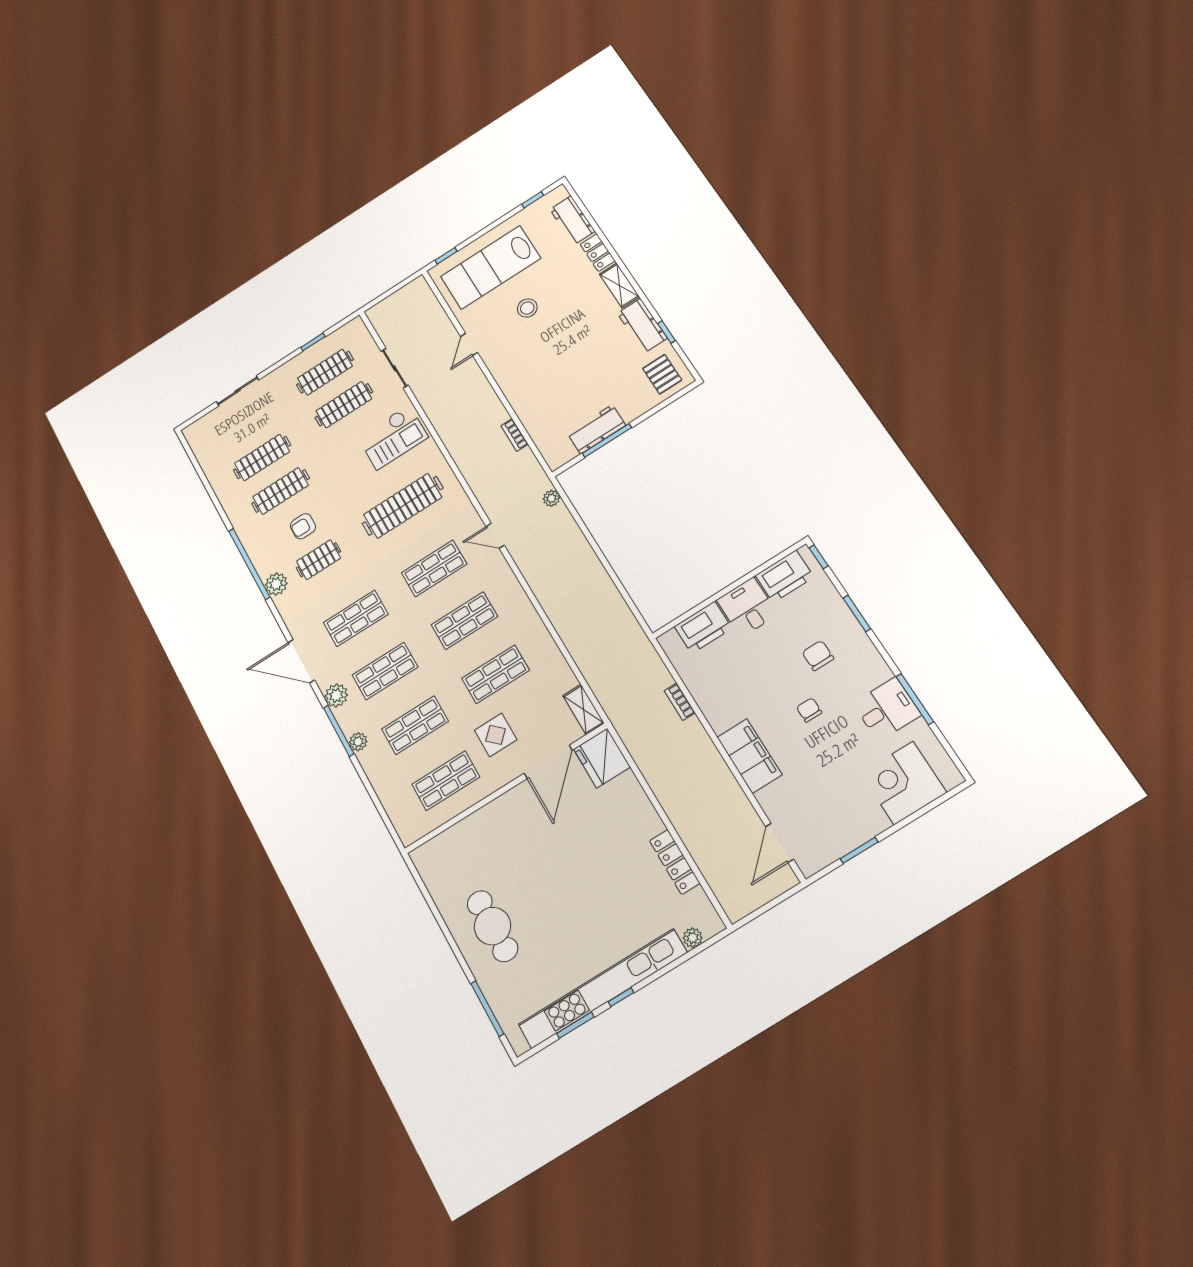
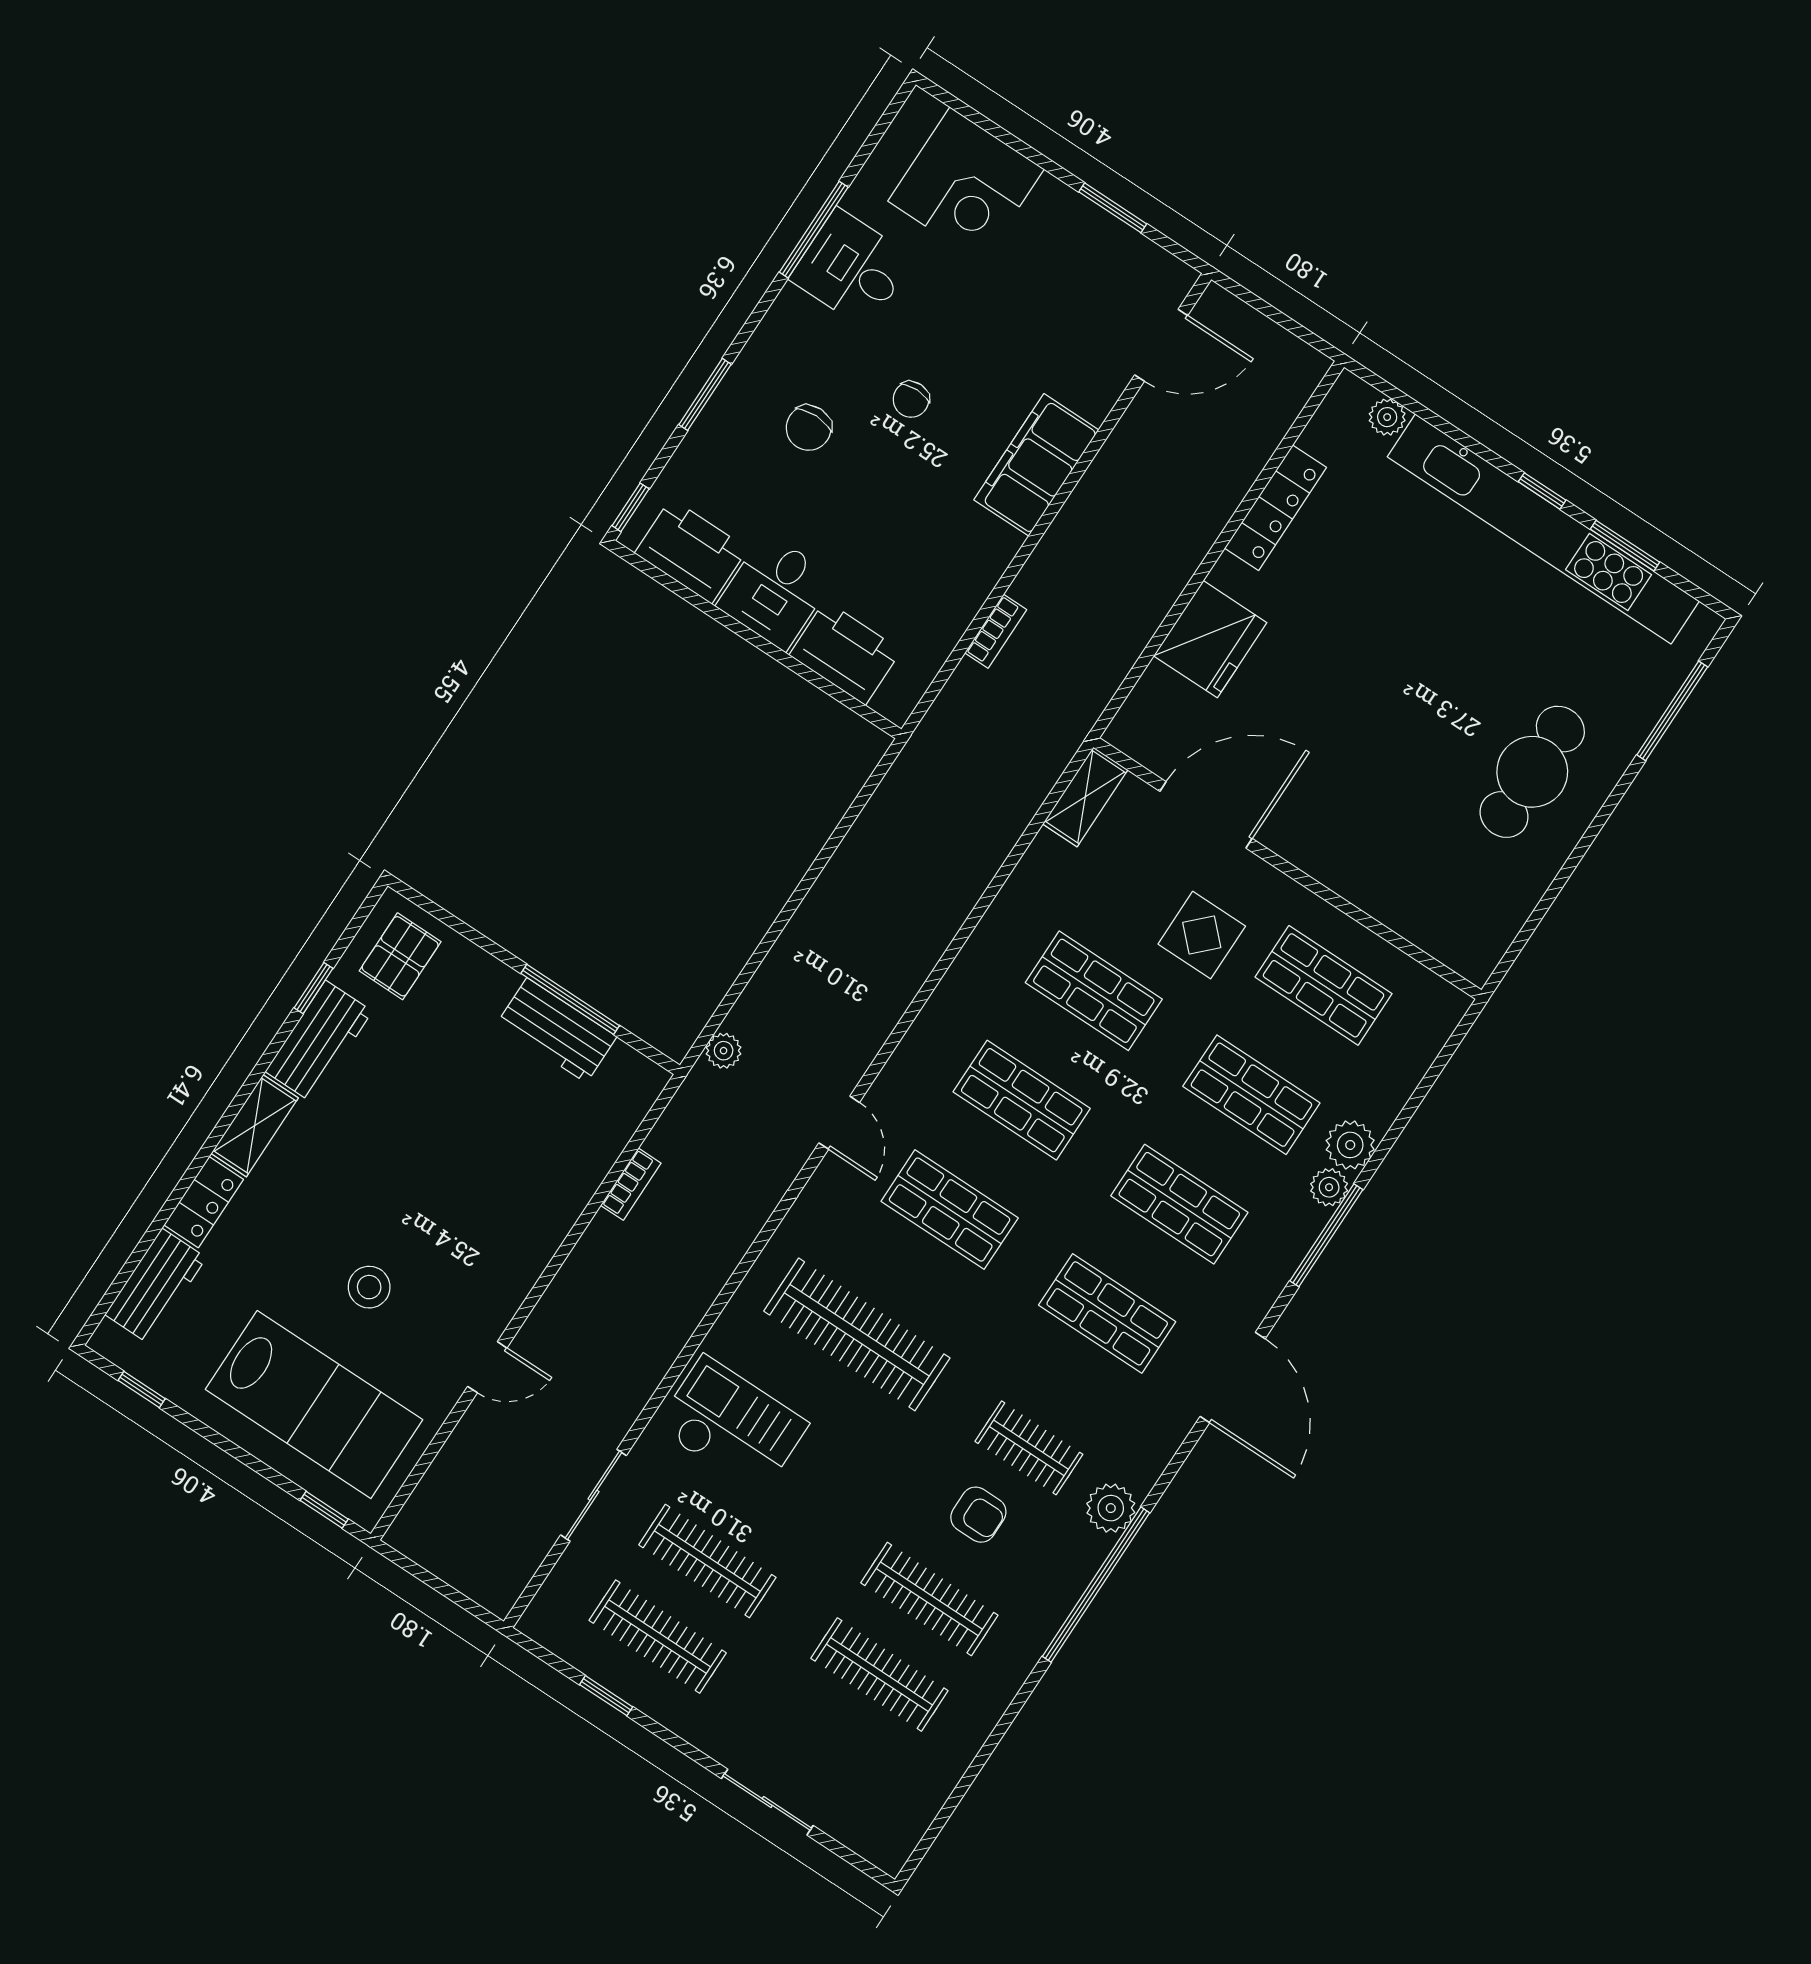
plant: (336, 695) -> (1350, 1145), moved
fridge: (602, 758) -> (1210, 639), moved

